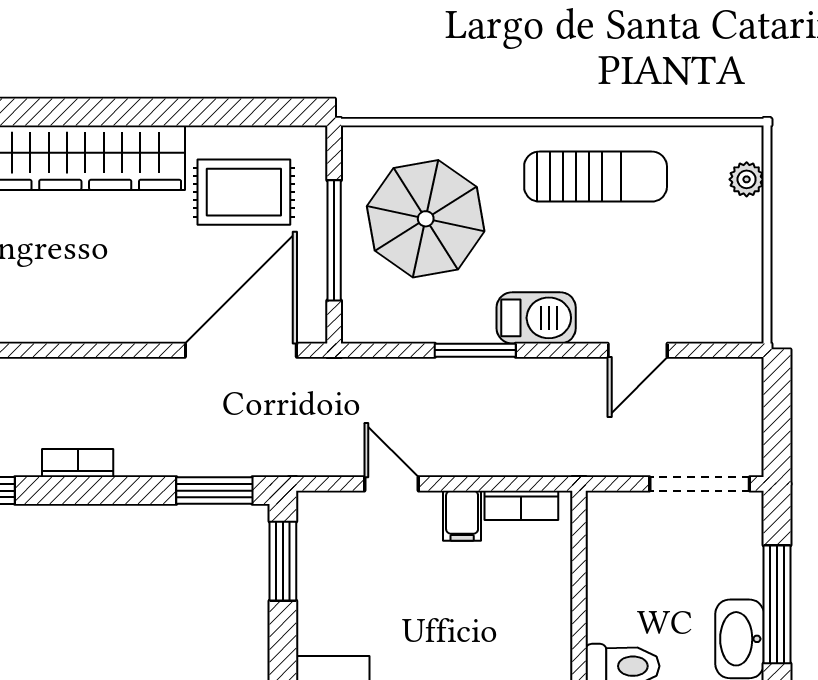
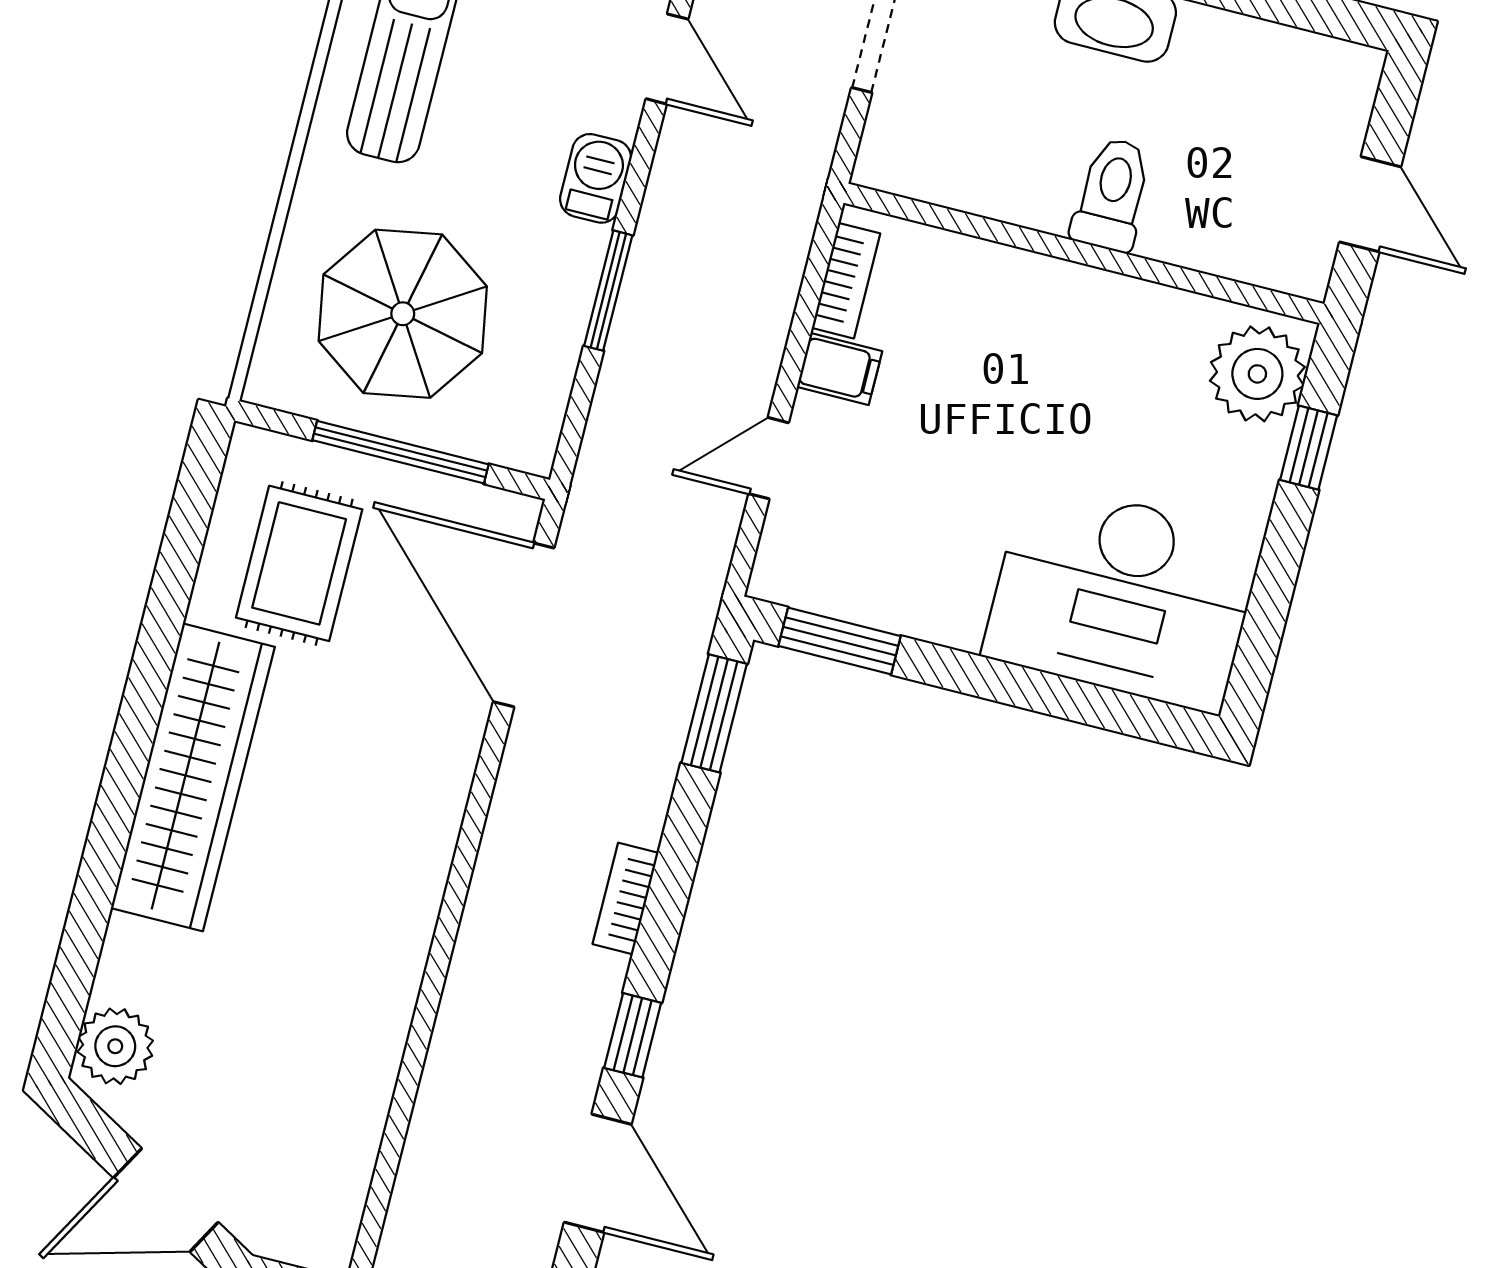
barbecue: (536, 318) -> (596, 178), width x0.73, depth x0.79

